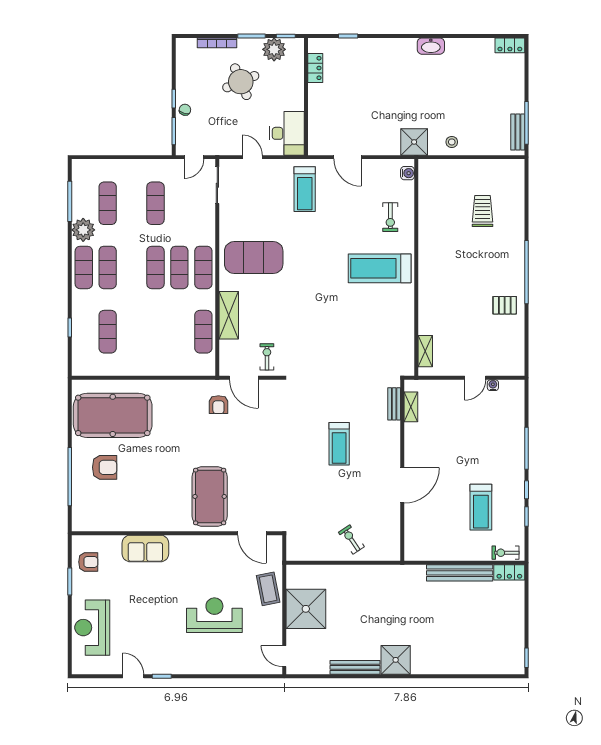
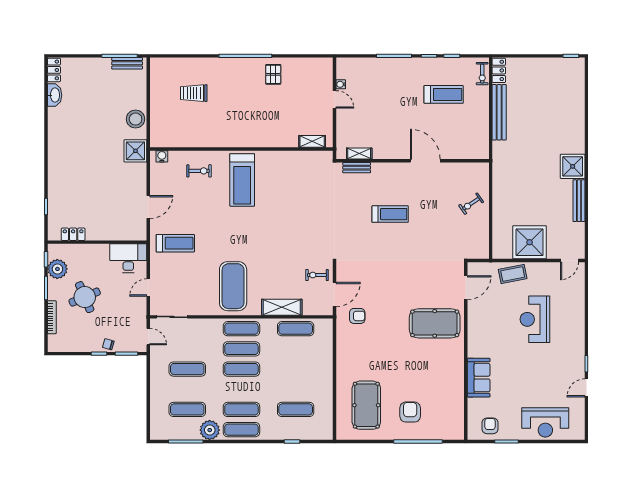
washbasin: (431, 46) -> (55, 95), moved
stool: (452, 142) -> (136, 119), width x1.89, depth x1.89
pool table: (113, 415) -> (366, 405), width x0.73, depth x0.76

